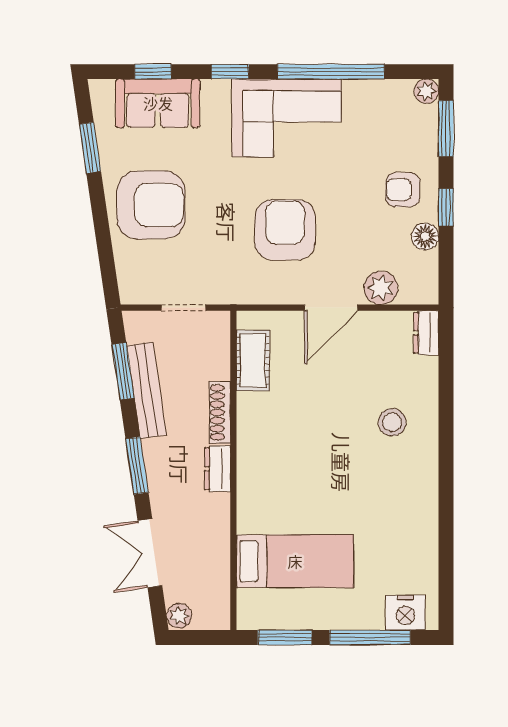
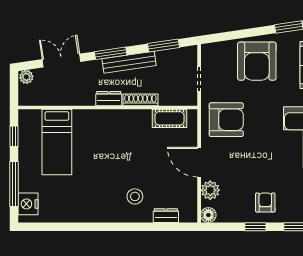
armchair: (285, 230) -> (226, 120), moved
floor lamp: (425, 236) -> (208, 215), moved
dresser: (426, 333) -> (166, 216), moved
bench: (147, 390) -> (129, 62), moved
window: (285, 637) -> (14, 136), width x0.67

